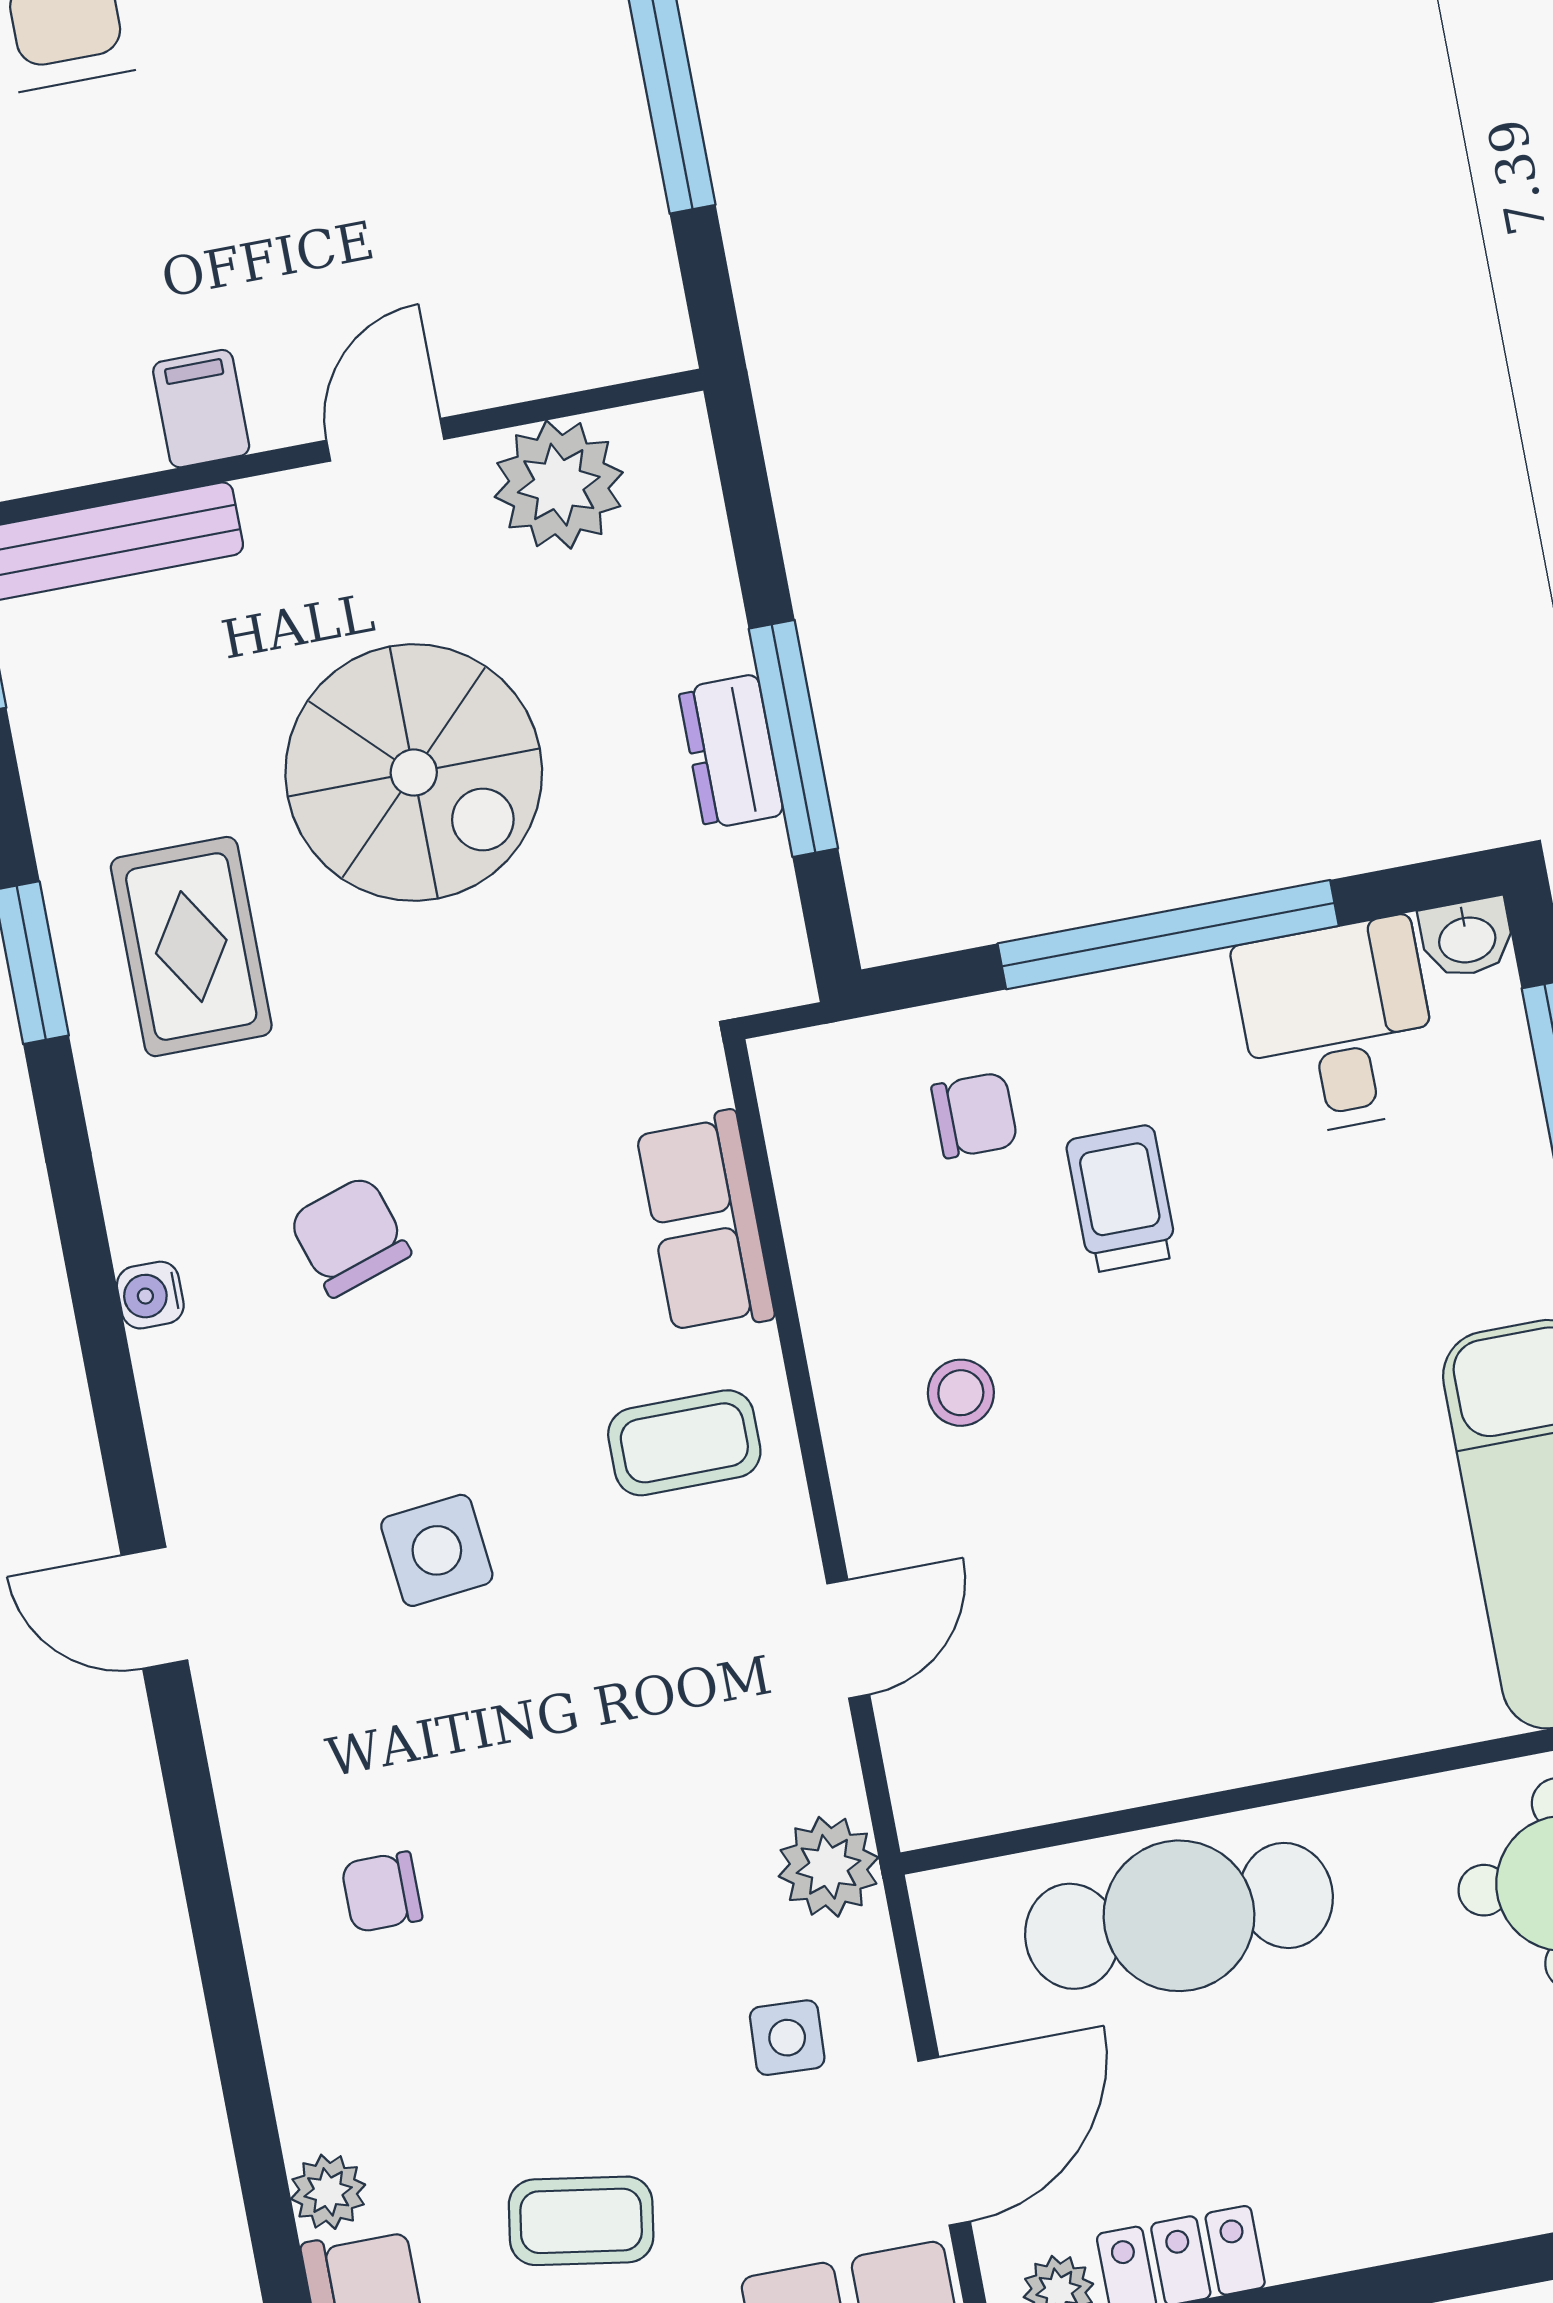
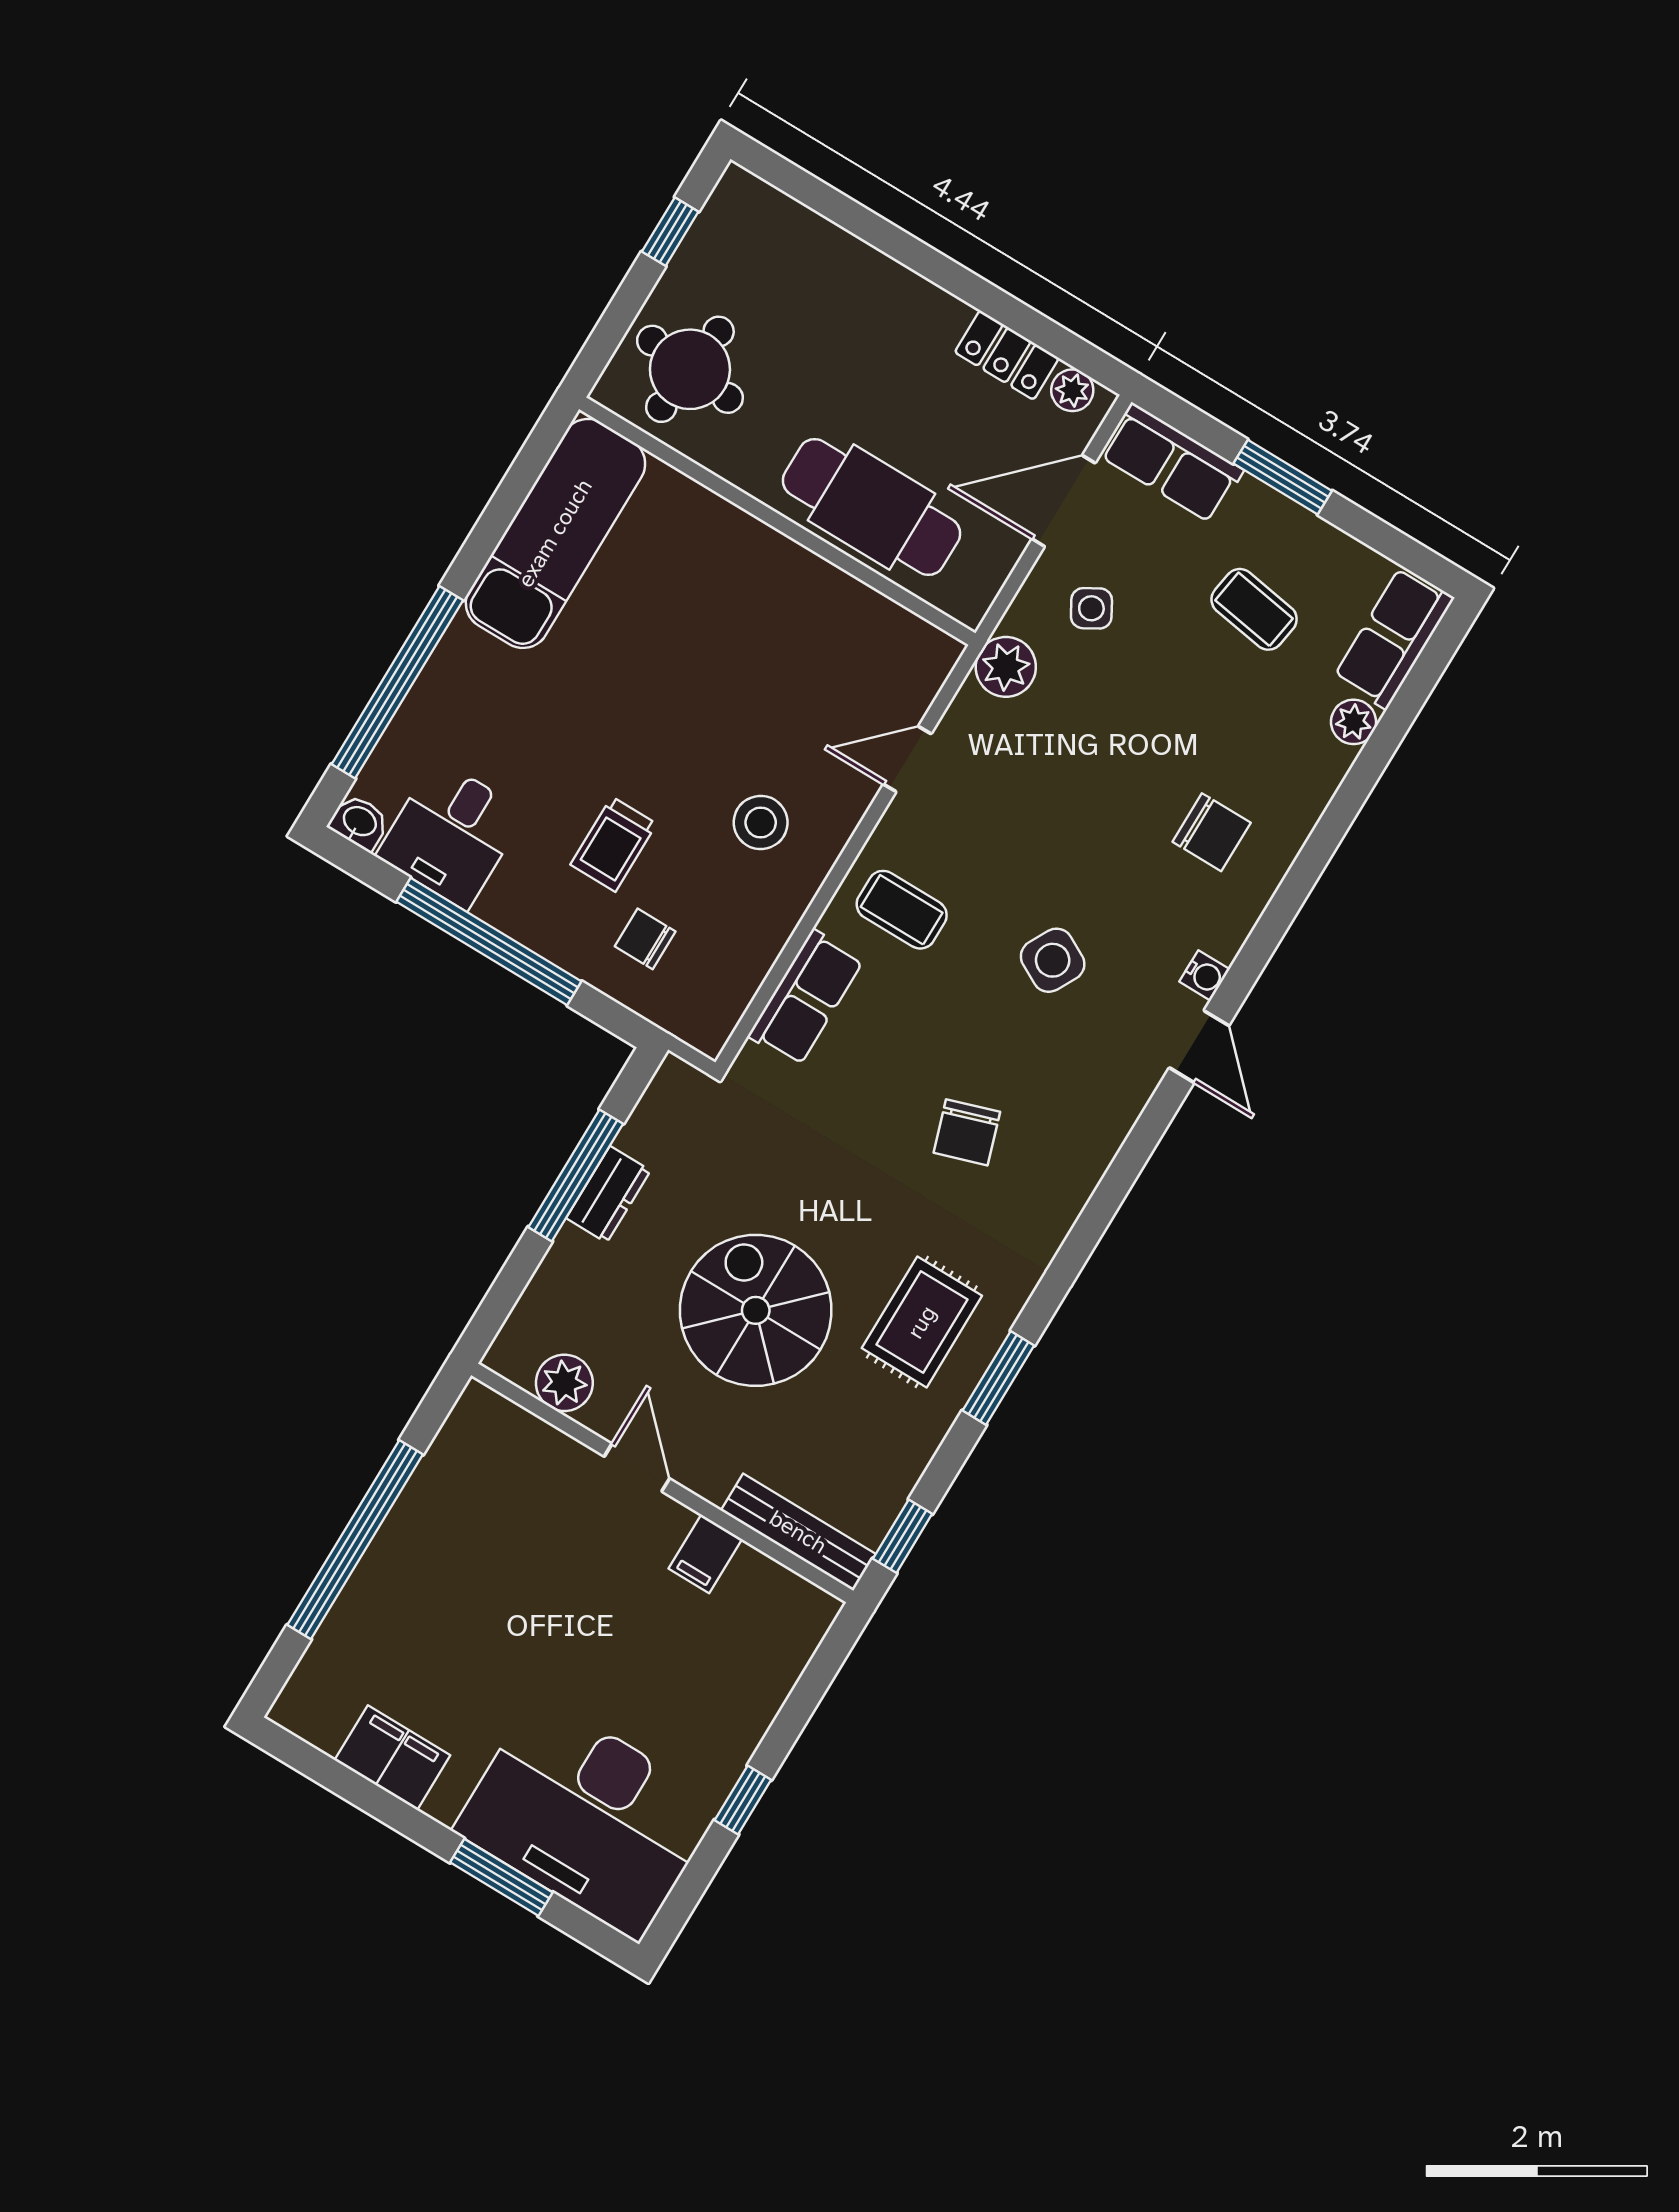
door: (385, 440) -> (637, 1468), swing flipped
plant: (559, 485) -> (564, 1383), width x0.73, depth x0.73
water cooler: (150, 1295) -> (1205, 975), moved
stool: (961, 1393) -> (761, 822), width x1.37, depth x1.37
side table: (437, 1550) -> (1053, 960), turned 34
chair: (382, 1892) -> (1212, 832), width x1.37, depth x1.37
side table: (787, 2038) -> (1091, 608), turned -33

